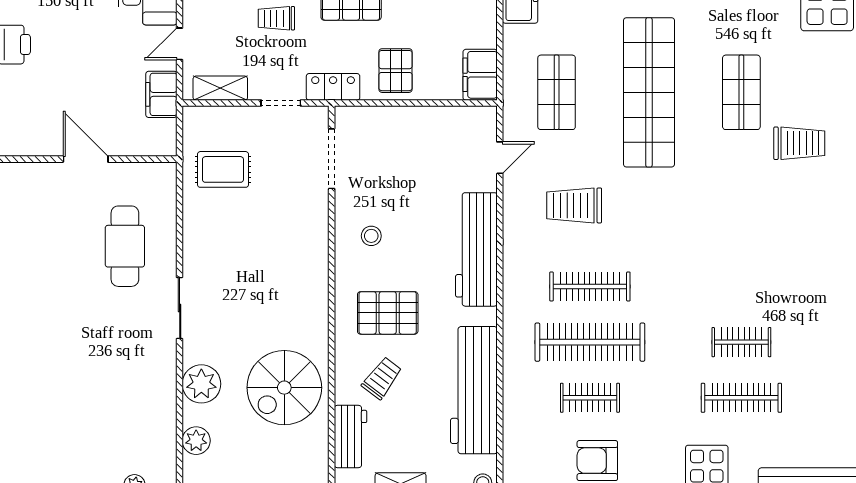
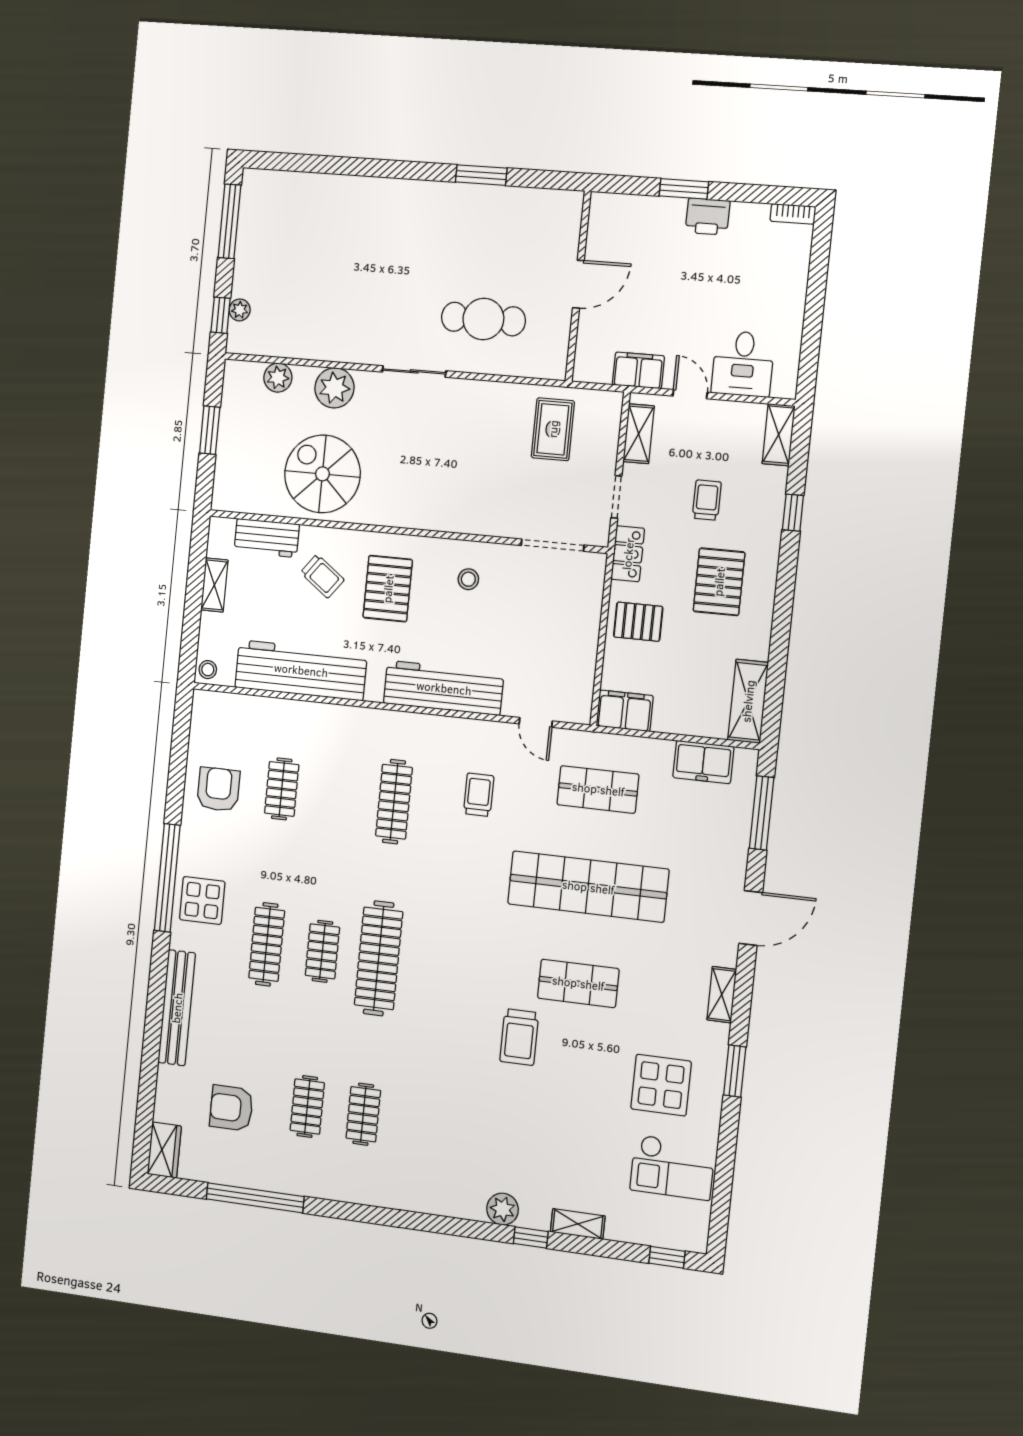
trolley: (574, 205) -> (479, 795), width x0.73, depth x0.72
clothes rail: (590, 342) -> (379, 958), moved

